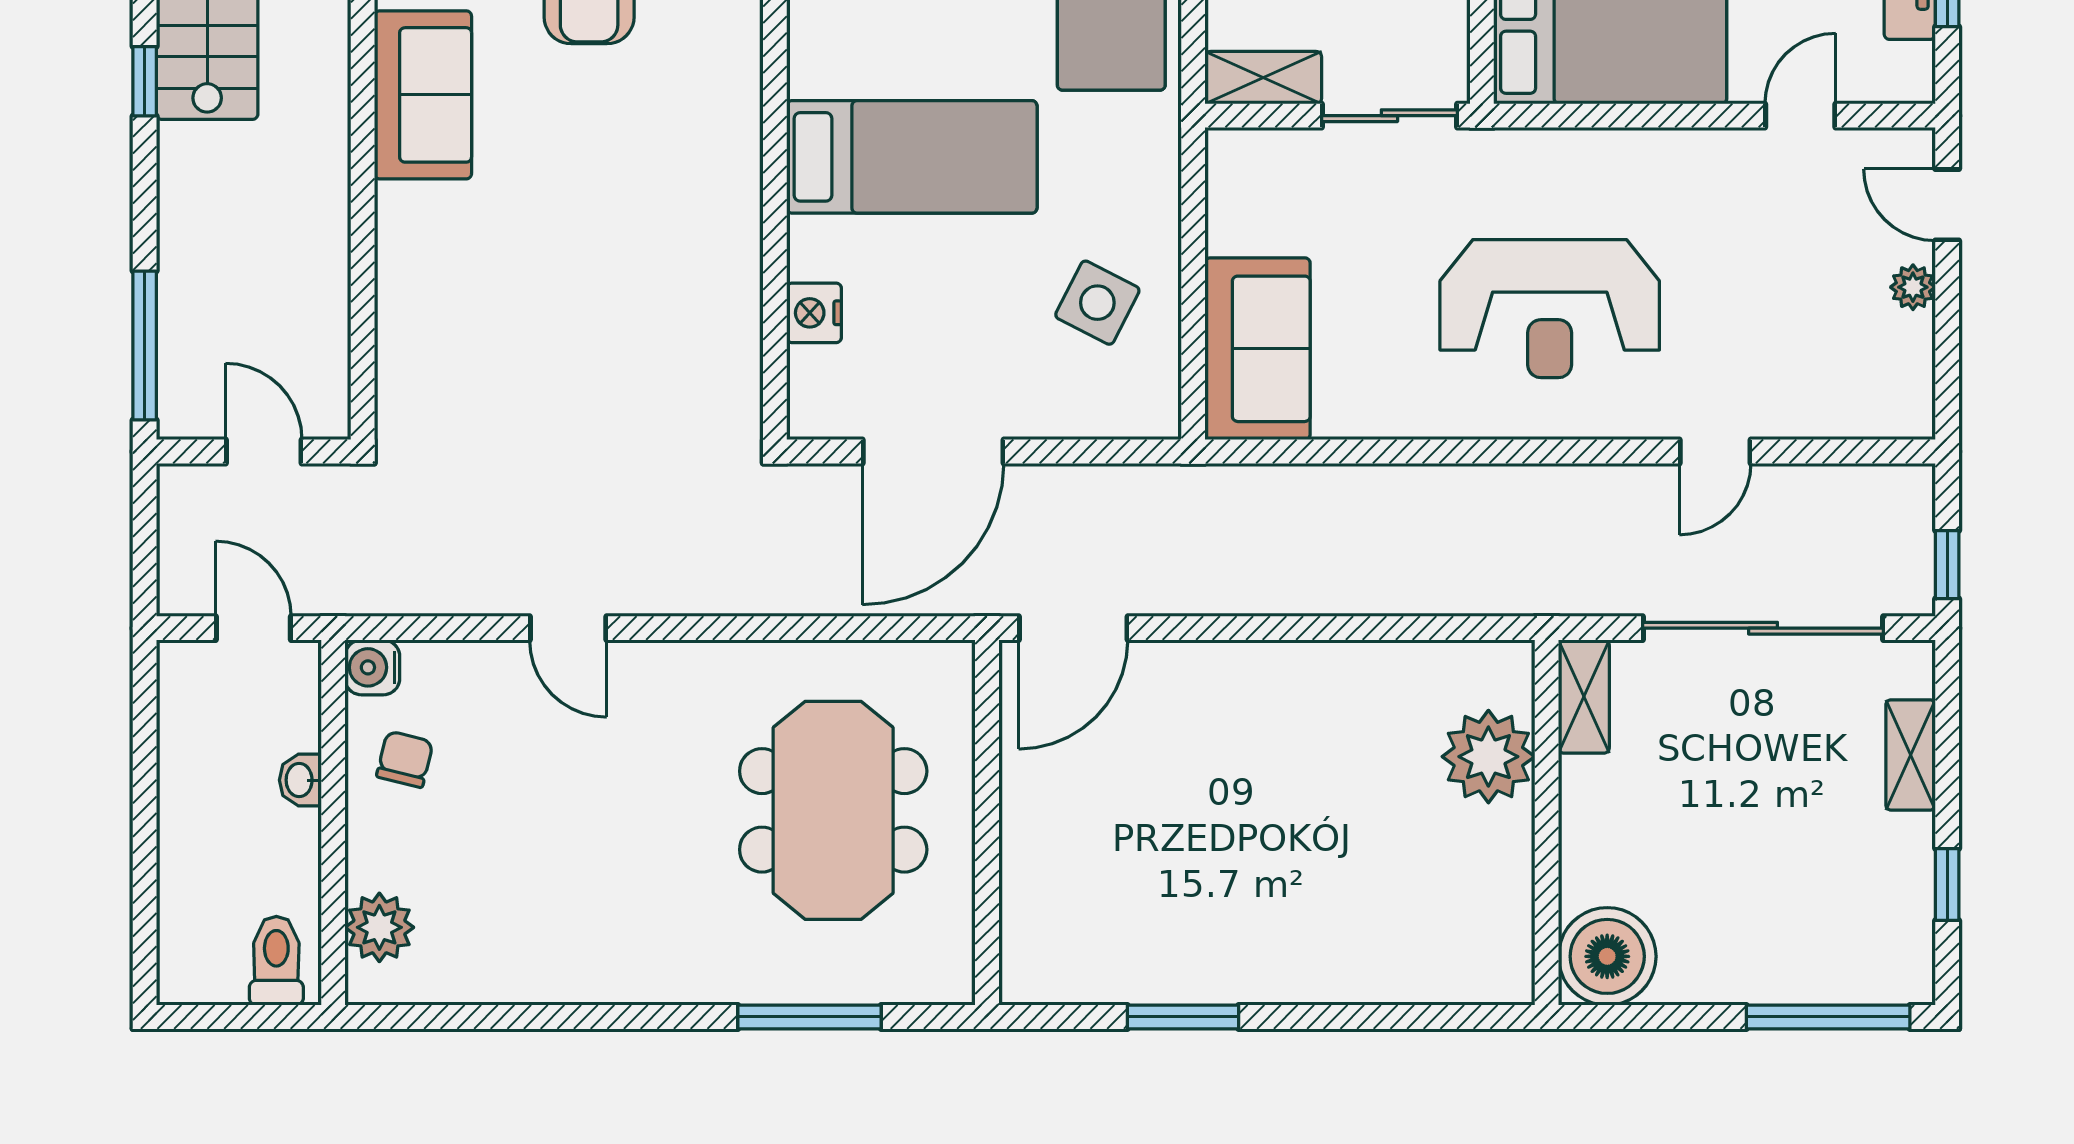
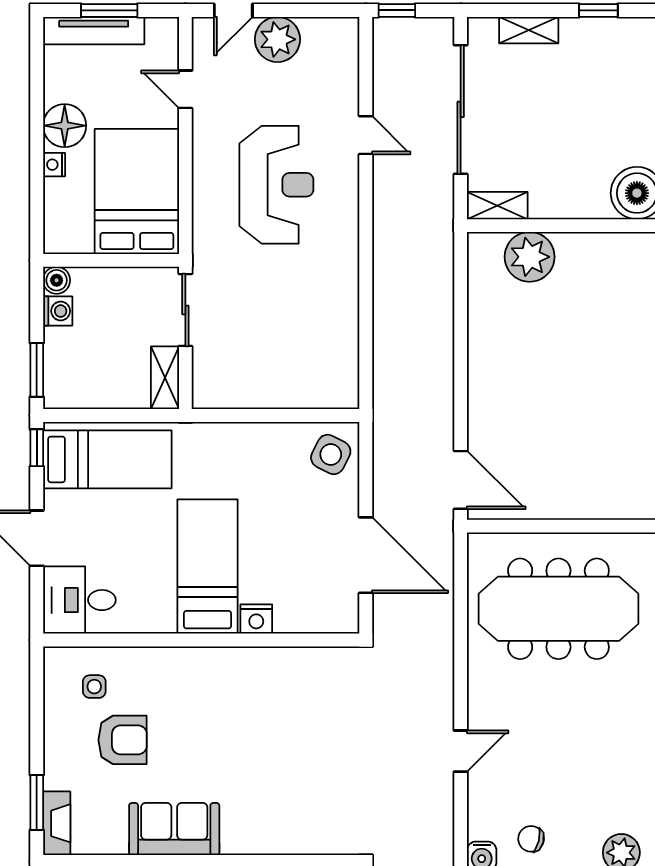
plant: (1913, 287) -> (277, 39), width x1.87, depth x1.87
side table: (1097, 303) -> (331, 454), moved
reception desk: (1550, 309) -> (276, 185), moved
nightstand: (814, 313) -> (256, 619), moved
sofa: (1258, 349) -> (311, 381), removed
window: (1947, 565) -> (397, 10), moved
meeting table: (833, 810) -> (558, 609), width x1.36

